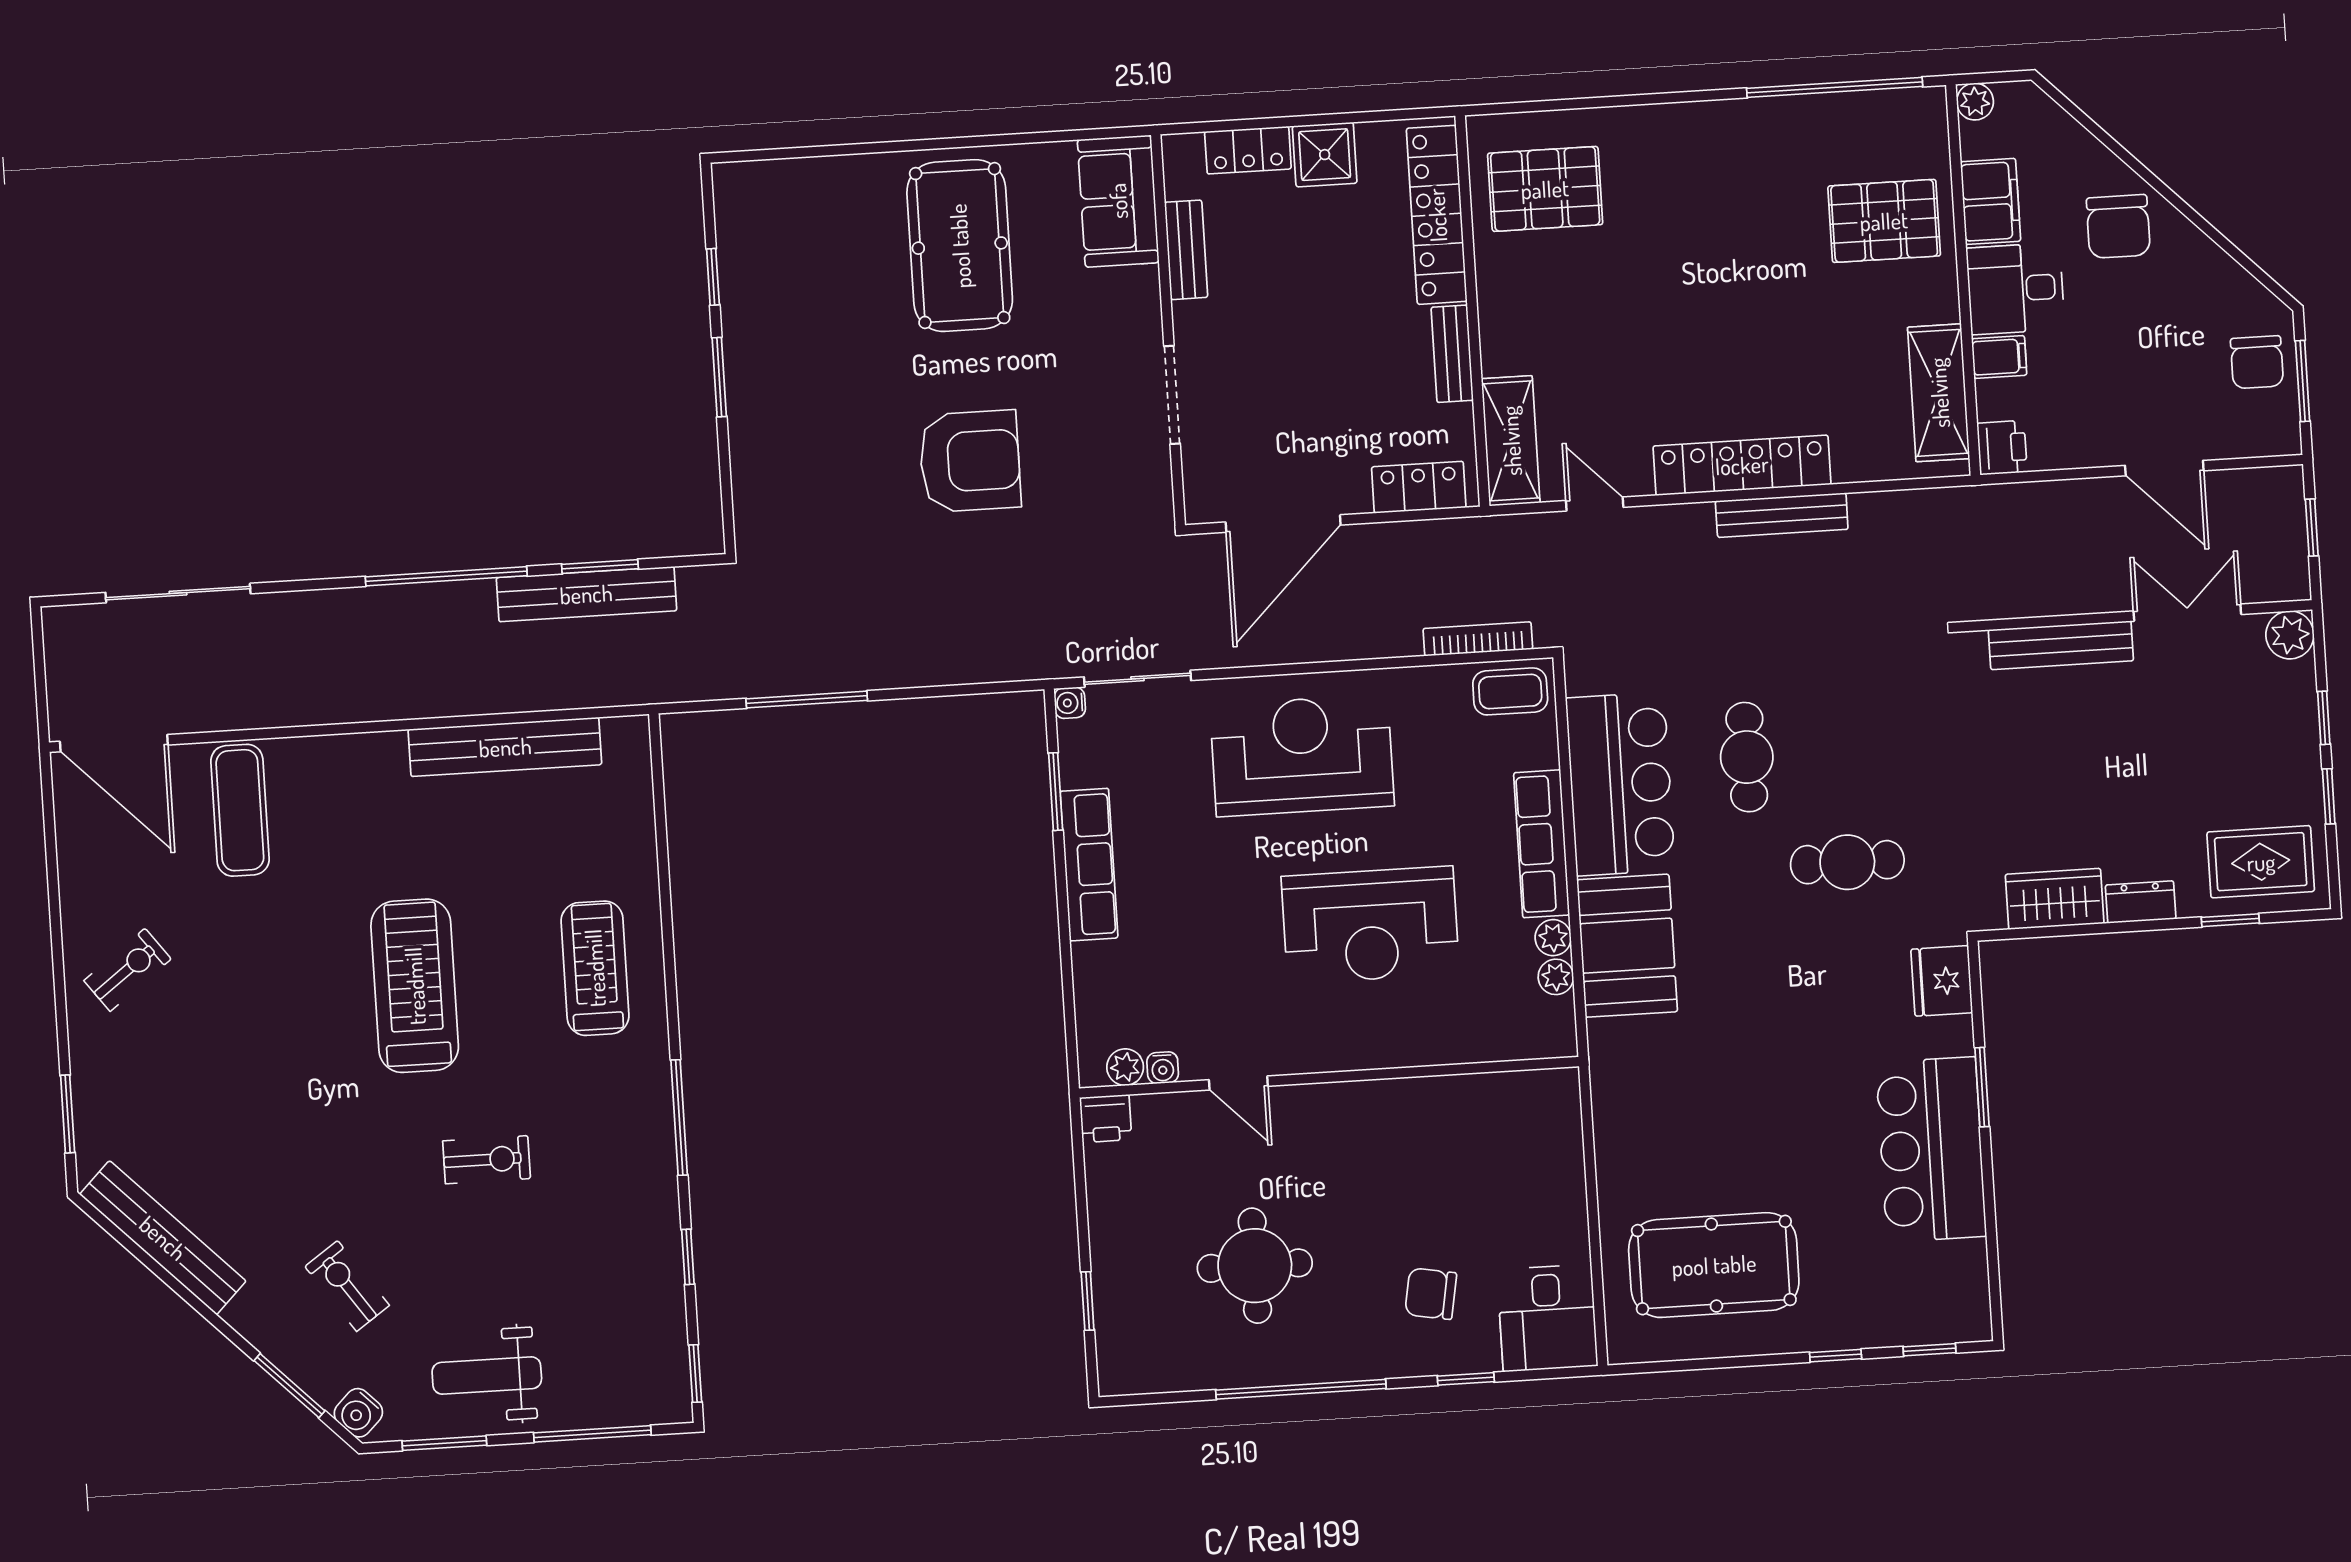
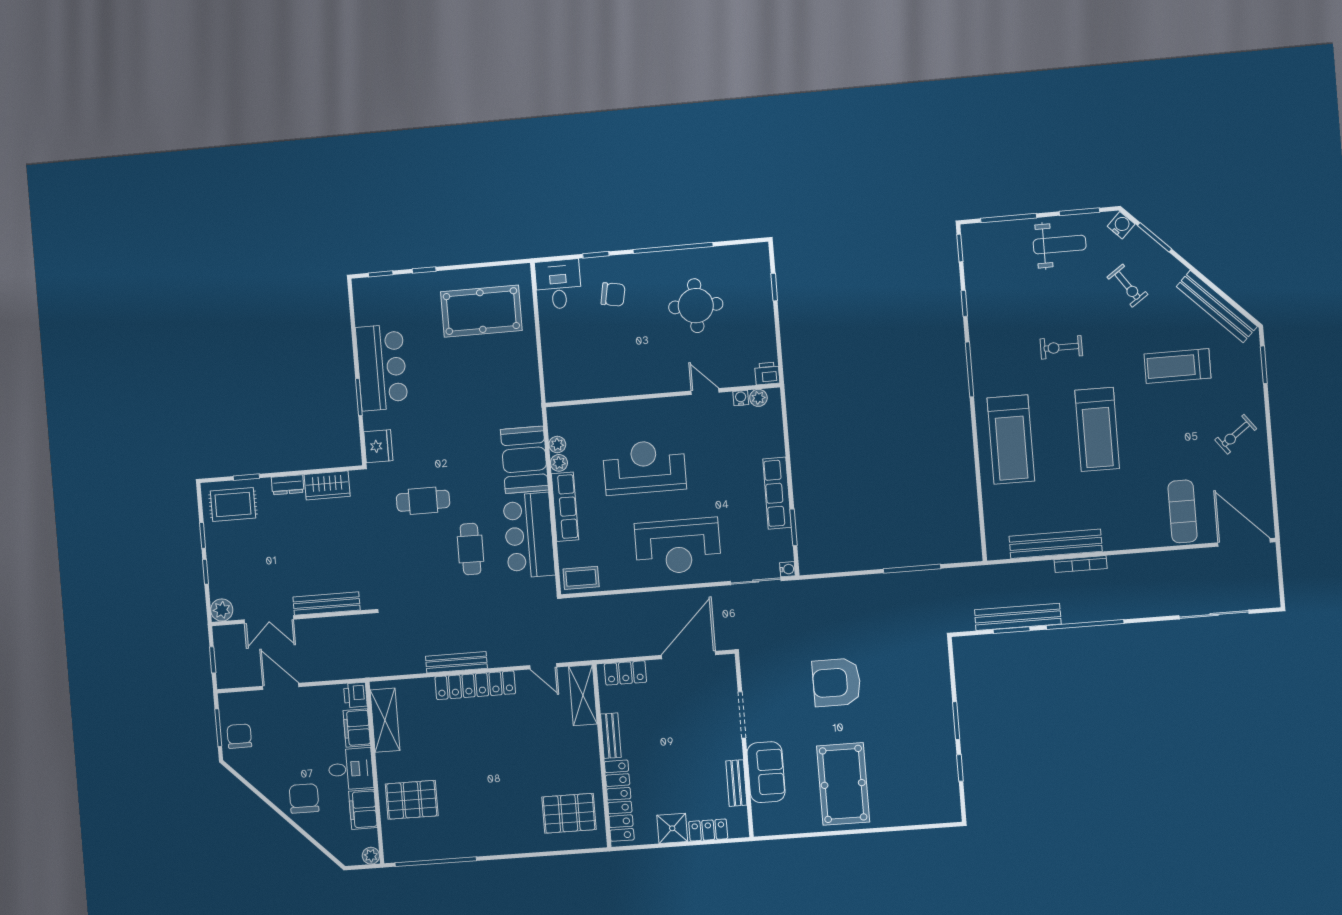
sofa: (1118, 201) -> (766, 772), moved
filing cabinet: (1999, 357) -> (357, 728), width x2.00
bookcase: (1478, 639) -> (1081, 564), moved
treadmill: (595, 968) -> (1011, 440), width x1.37, depth x1.38
treadmill: (246, 1115) -> (1177, 366), added

